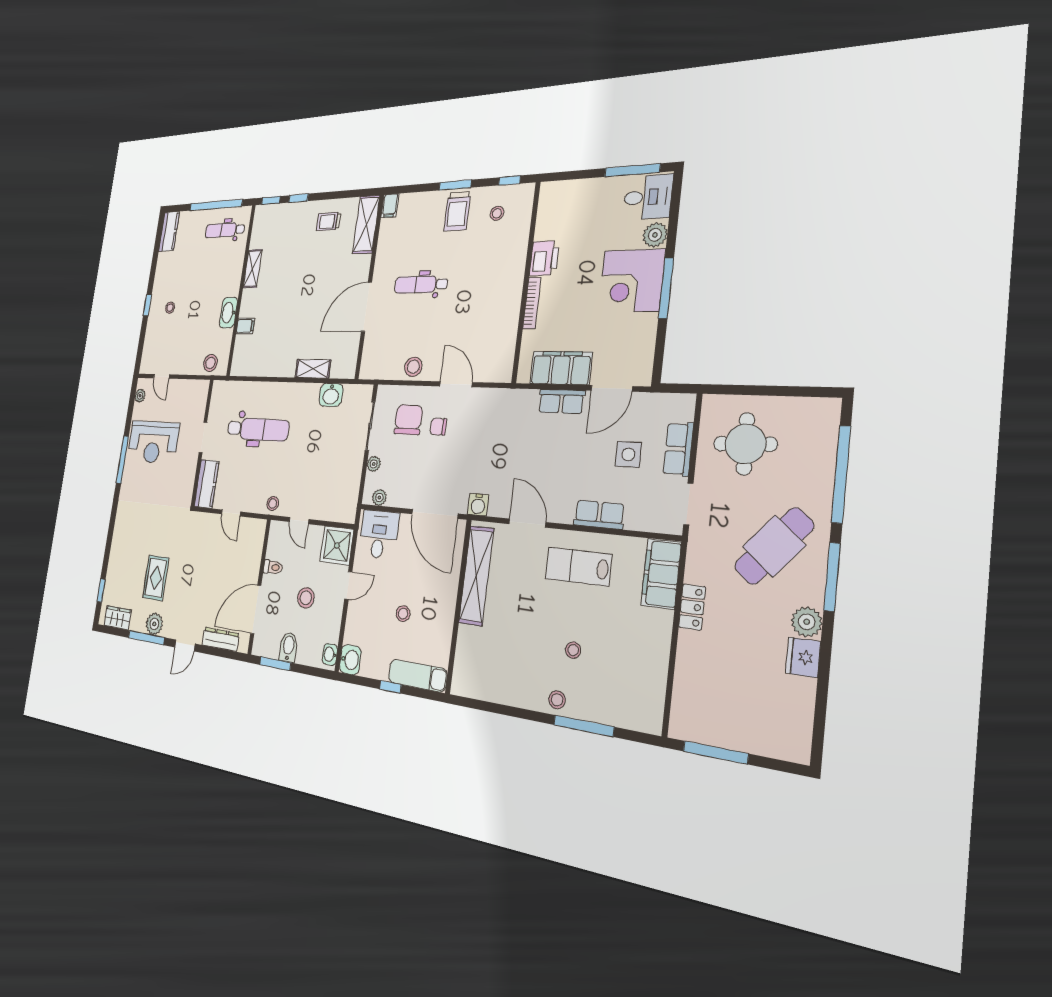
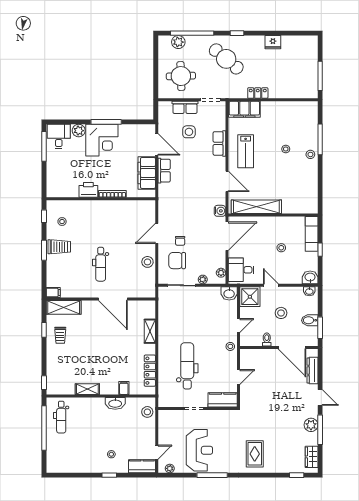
window: (298, 198) -> (44, 330), moved
kitchen counter: (169, 231) -> (142, 466), moved
locker: (261, 368) -> (150, 371), added
washbasin: (331, 395) -> (229, 293), moved, turned 90
door: (527, 523) -> (227, 181), swing flipped
window: (832, 577) -> (237, 33), width x0.46
rug: (156, 578) -> (255, 454), moved, turned 90
plant: (807, 622) -> (178, 42), moved

